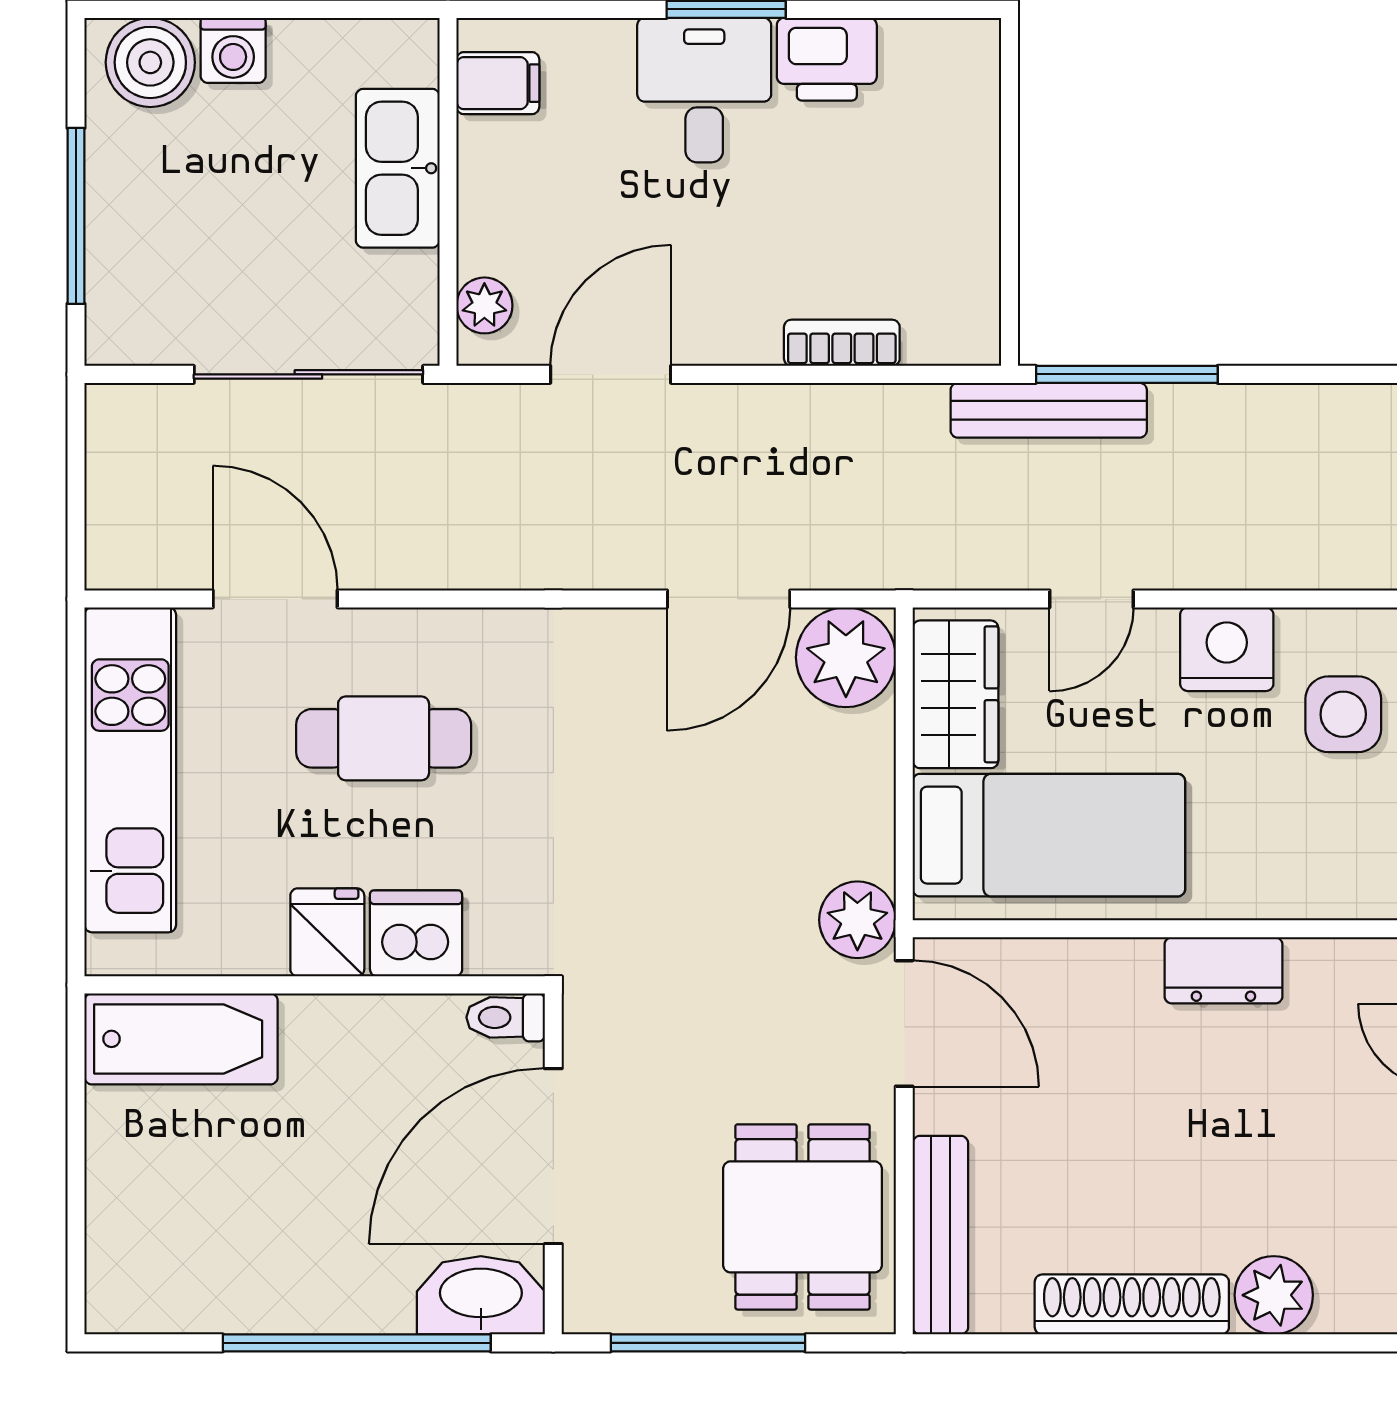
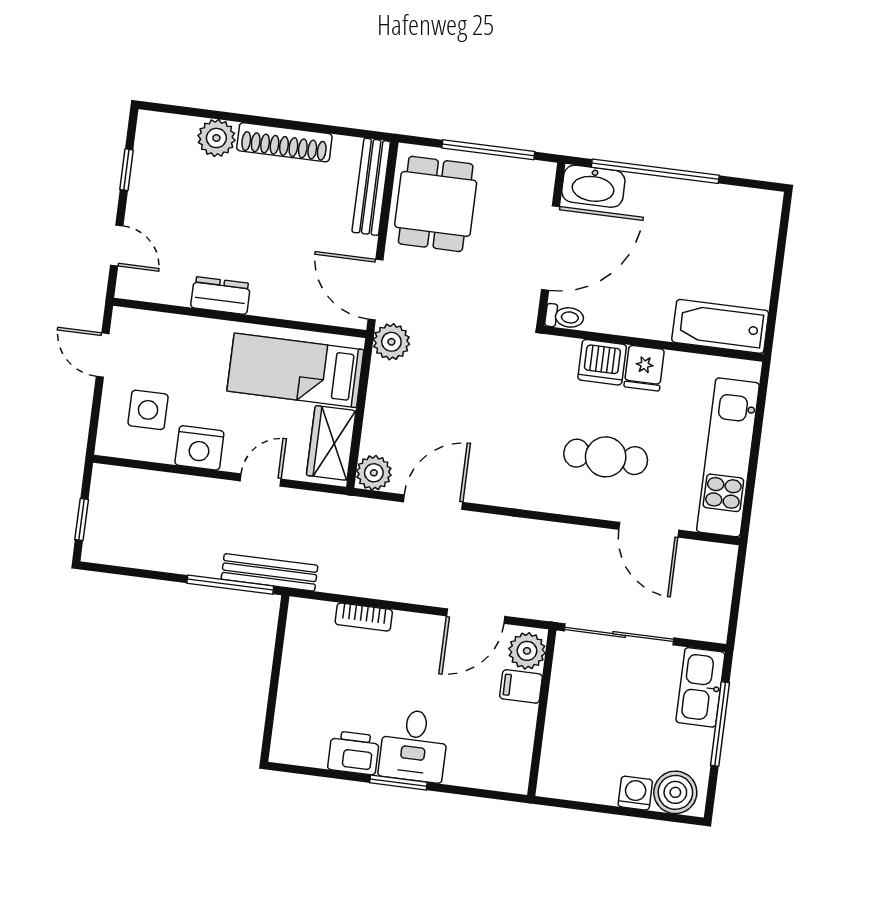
filing cabinet: (498, 83) -> (521, 686), moved
kitchen sink: (398, 168) -> (700, 687), moved, turned 180
plant: (484, 305) -> (527, 651), width x1.38, depth x1.38
plant: (846, 657) -> (374, 473), width x0.73, depth x0.73

